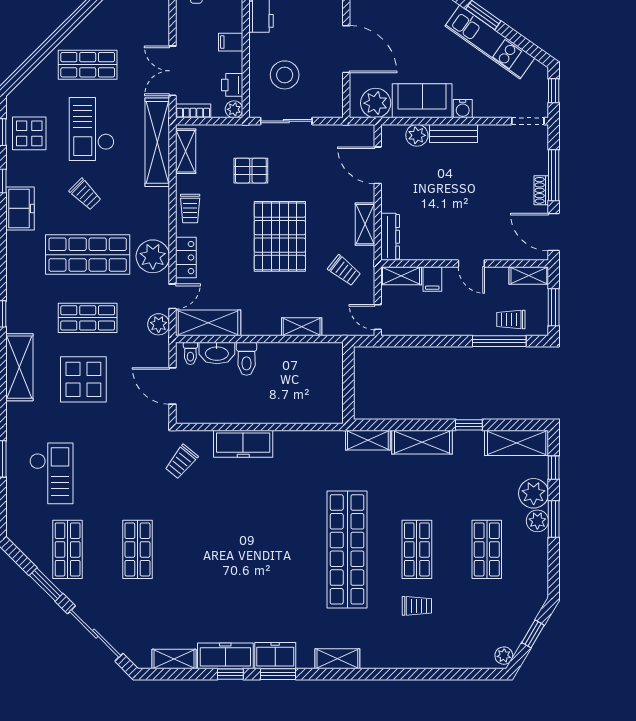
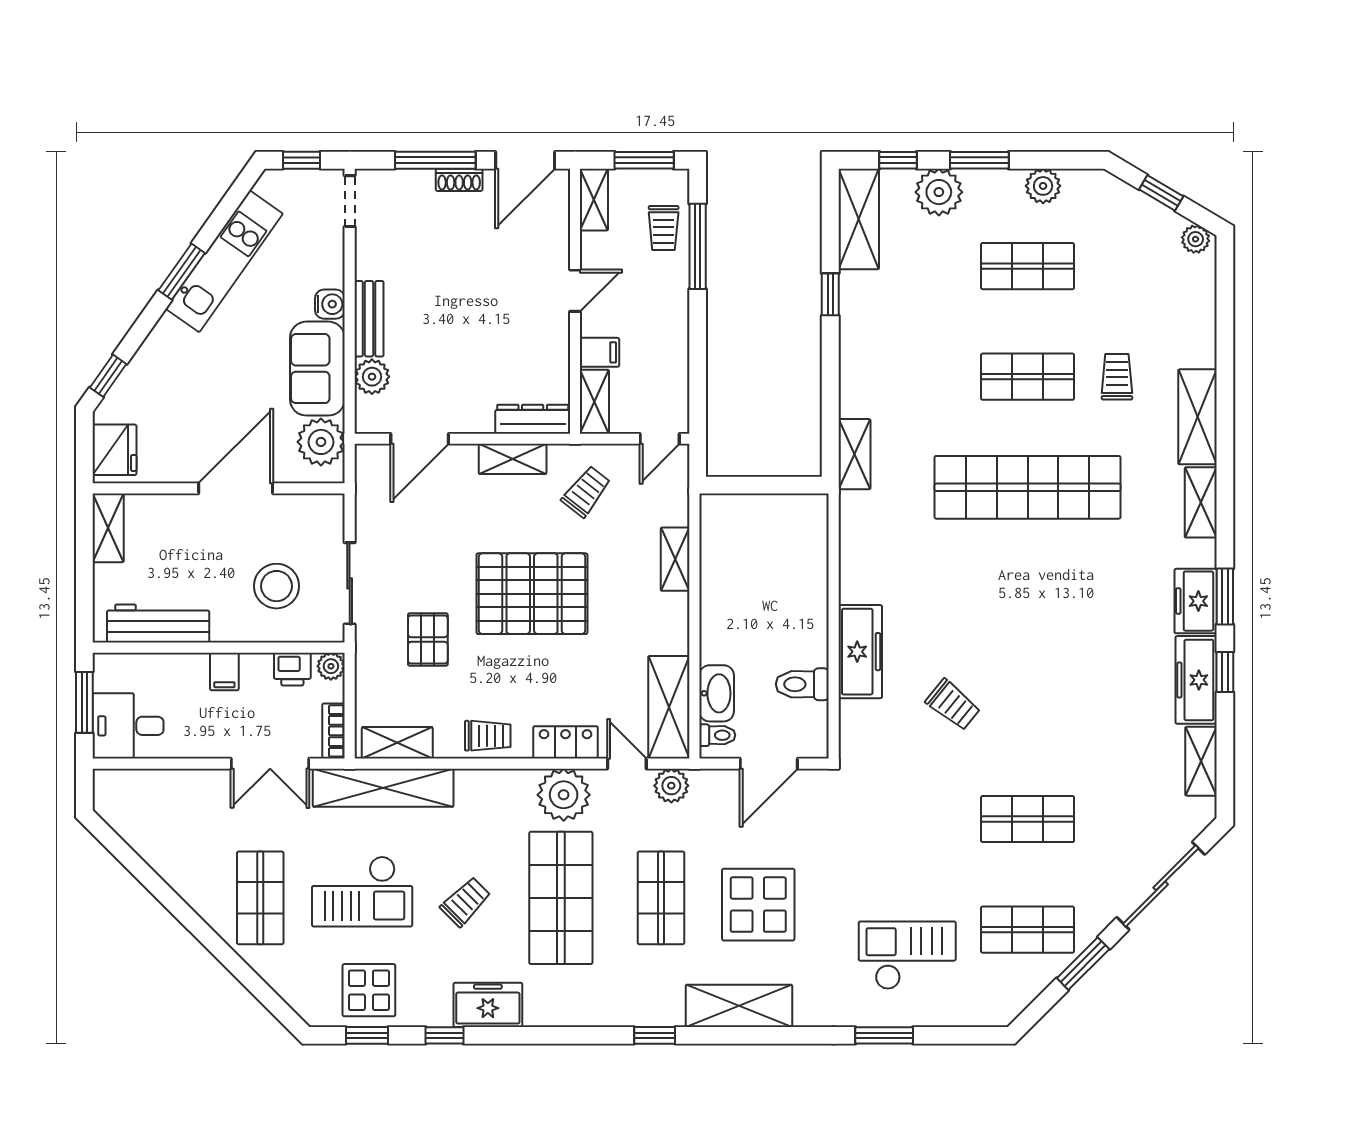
toilet: (247, 359) -> (802, 684), moved, turned 180
shelving: (422, 442) -> (1197, 417), moved
trolley: (181, 462) -> (953, 705), moved
plant: (537, 521) -> (1043, 186), moved

